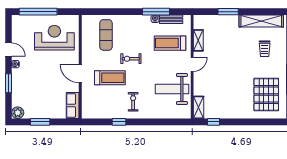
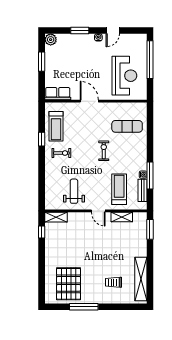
window: (228, 12) -> (150, 229), moved
door: (80, 73) -> (89, 101), hinge flipped
treadmill: (110, 78) -> (56, 126), moved
weight bench: (172, 89) -> (74, 191), width x0.73, depth x0.75
pallet: (266, 94) -> (69, 284), turned 90

